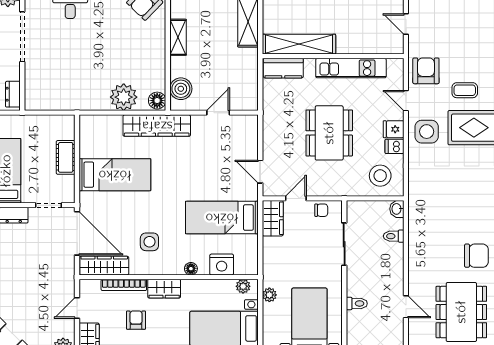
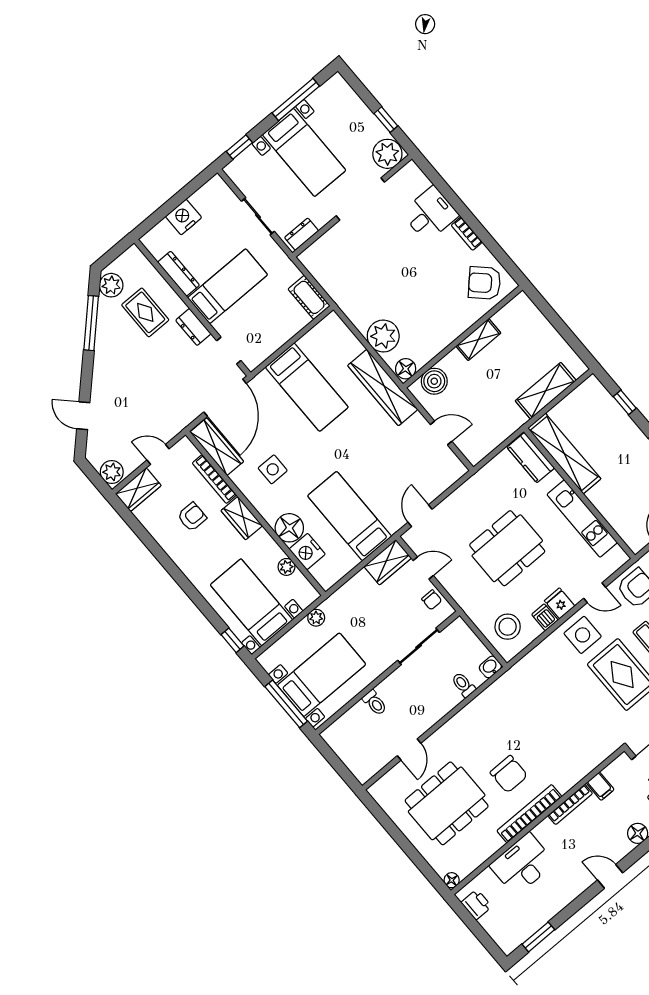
door: (406, 101) -> (595, 593), swing flipped
cot: (66, 157) -> (309, 297), moved, turned 90
floor lamp: (191, 269) -> (289, 528), width x1.89, depth x1.89
plant: (243, 286) -> (286, 567), moved

